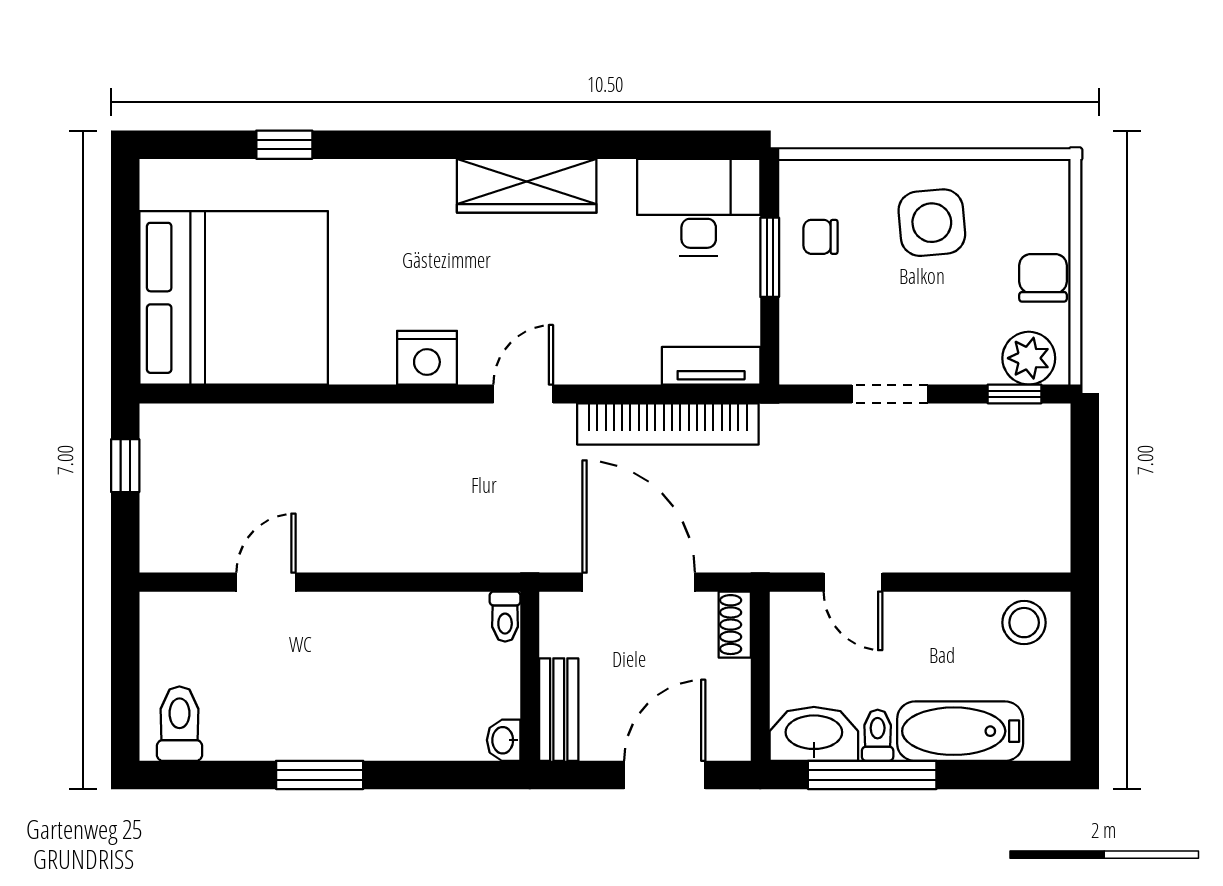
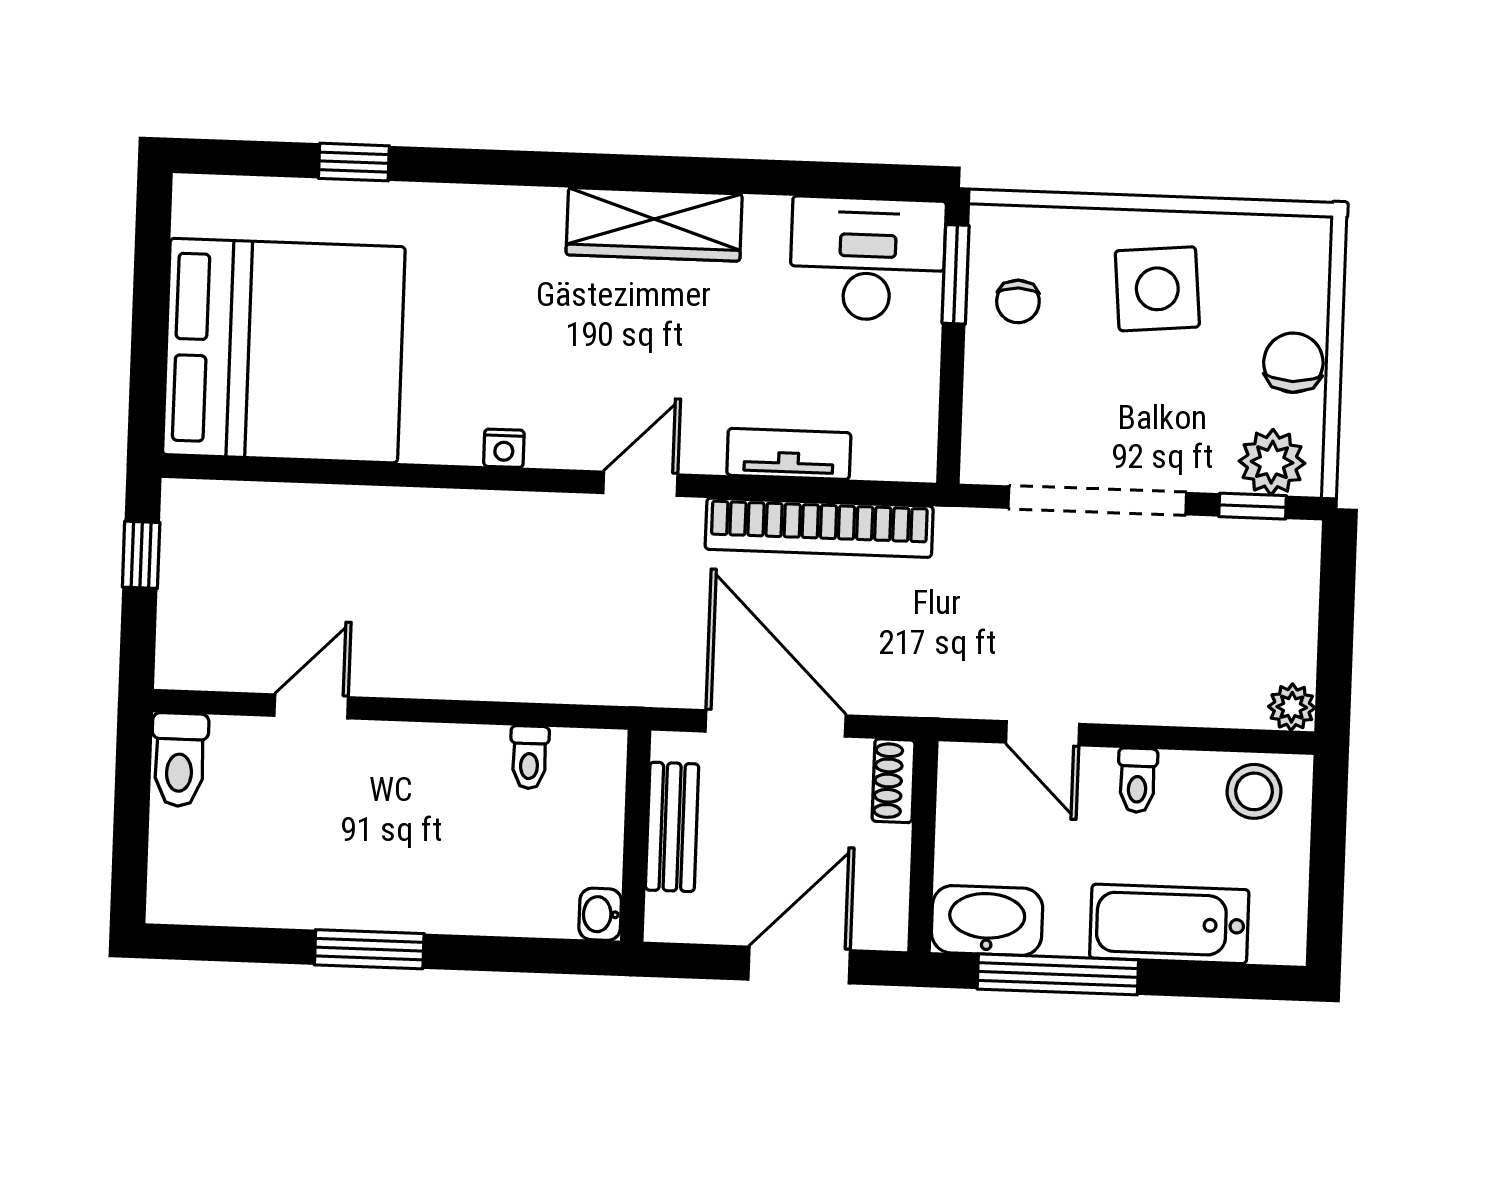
chair: (820, 237) -> (1018, 301), turned -90
window: (770, 257) -> (956, 274), moved
nightstand: (427, 358) -> (504, 448), width x0.53, depth x0.56
tv unit: (711, 366) -> (789, 454), moved
doorway: (890, 394) -> (1097, 500), width x1.88
plant: (1052, 554) -> (1292, 707), added
toilet: (505, 617) -> (529, 757), moved
bench: (559, 710) -> (672, 827), moved
toilet: (179, 724) -> (179, 760), moved, turned 180
toilet: (878, 735) -> (1137, 780), moved, turned 180

